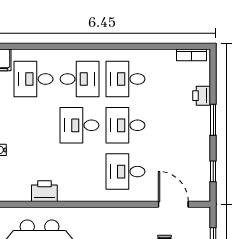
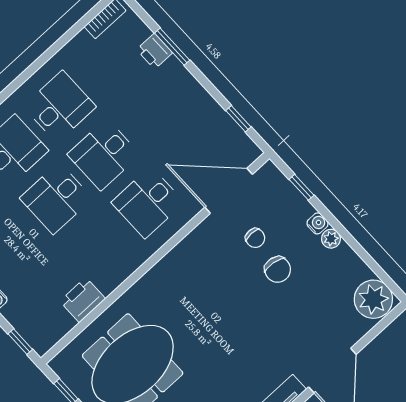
desk: (125, 79) -> (60, 107), turned 180
window: (213, 120) -> (172, 47), moved
door: (173, 204) -> (229, 191), width x1.36

